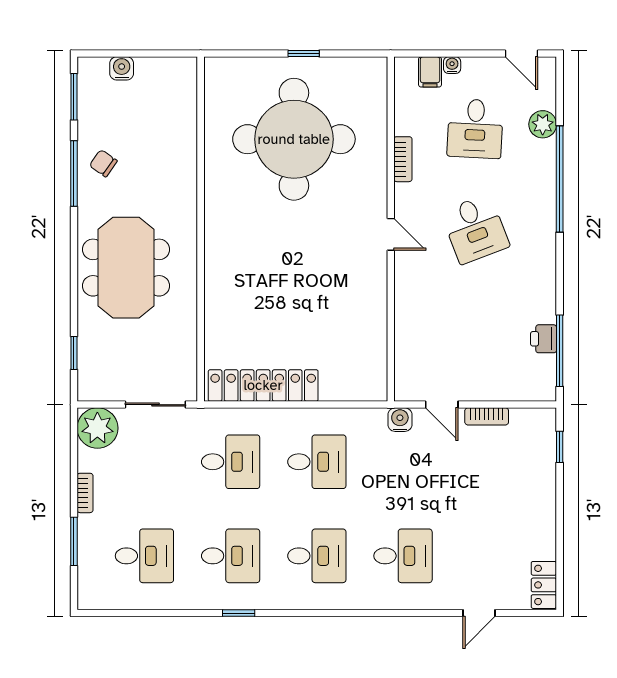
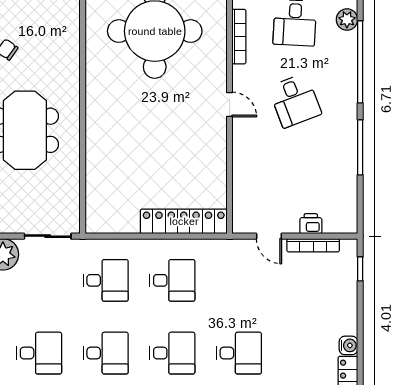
bookcase: (403, 159) -> (239, 37), width x1.56
printer: (544, 339) -> (311, 224), moved, turned 90
window: (560, 351) -> (360, 147), moved
locker: (263, 385) -> (184, 221), moved
bookcase: (487, 416) -> (313, 245), width x1.56
water cooler: (400, 420) -> (348, 345), moved, turned 90

